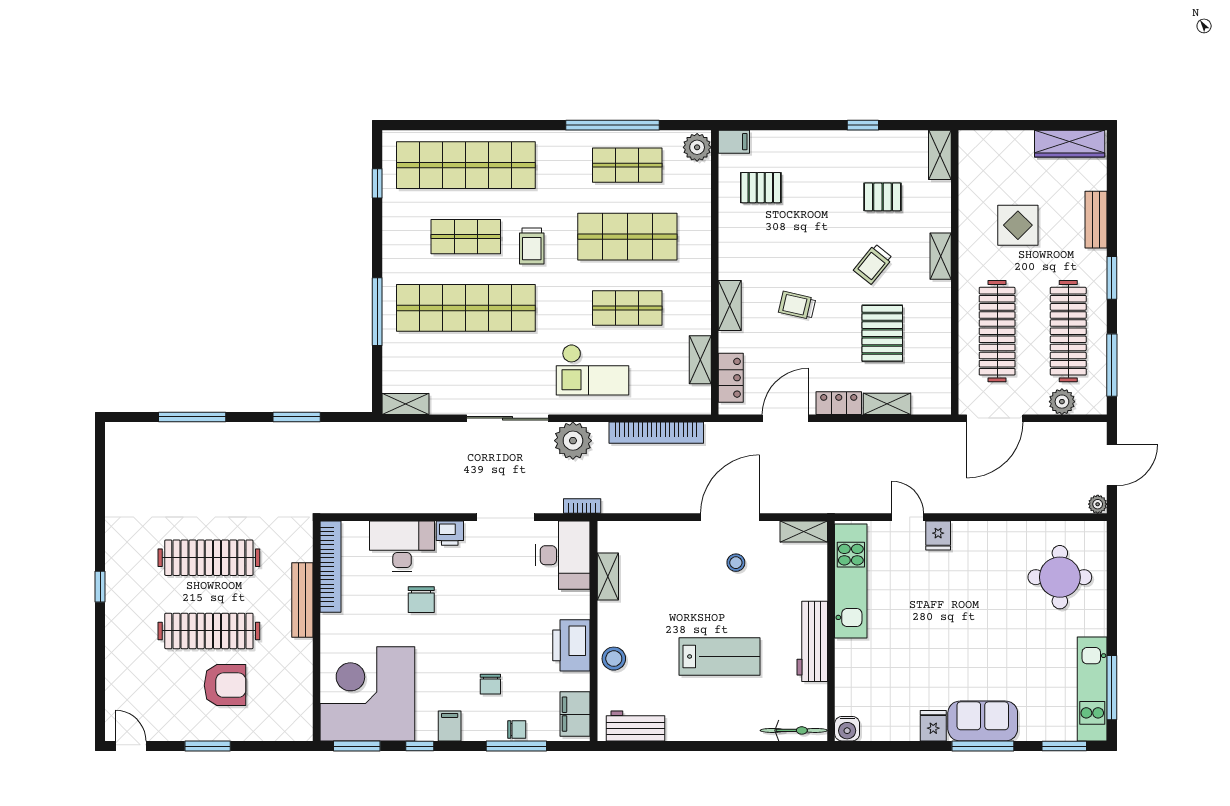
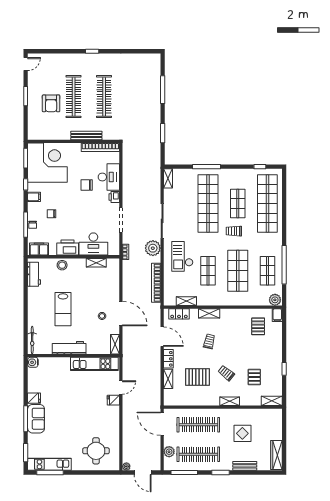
desk: (563, 555) -> (93, 244), moved

